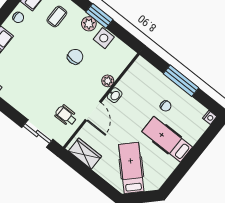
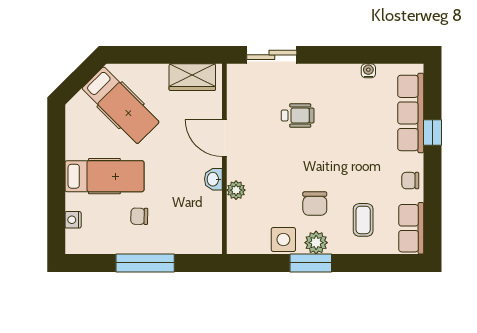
chair: (75, 57) -> (315, 204), moved
wheelchair: (66, 116) -> (298, 116), moved
nightstand: (210, 117) -> (73, 220), moved

